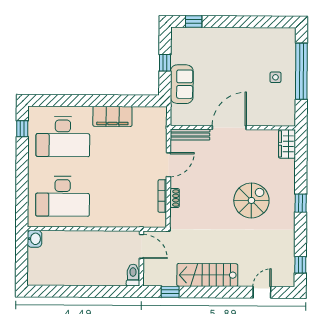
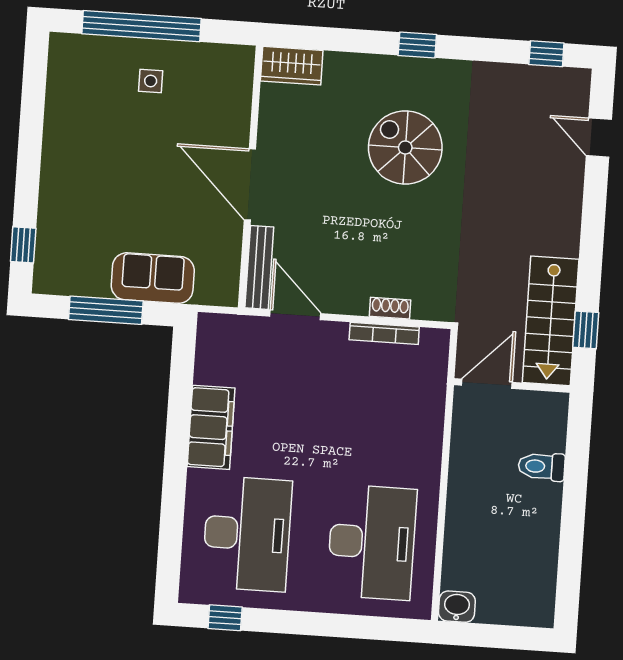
window: (165, 63) -> (106, 310), width x2.17
door: (168, 165) -> (295, 315), moved
toilet: (133, 275) -> (542, 467), moved
stairs: (207, 275) -> (551, 321), moved

